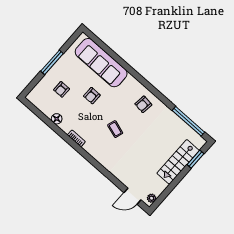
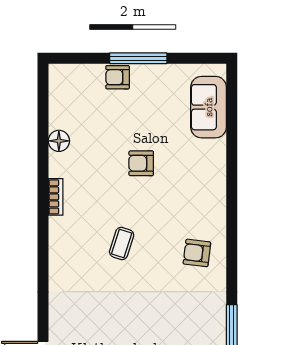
sofa: (101, 63) -> (209, 107), width x0.54, depth x0.79
armchair: (62, 89) -> (118, 77), moved

